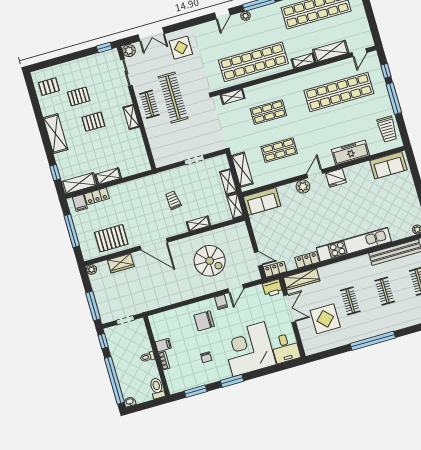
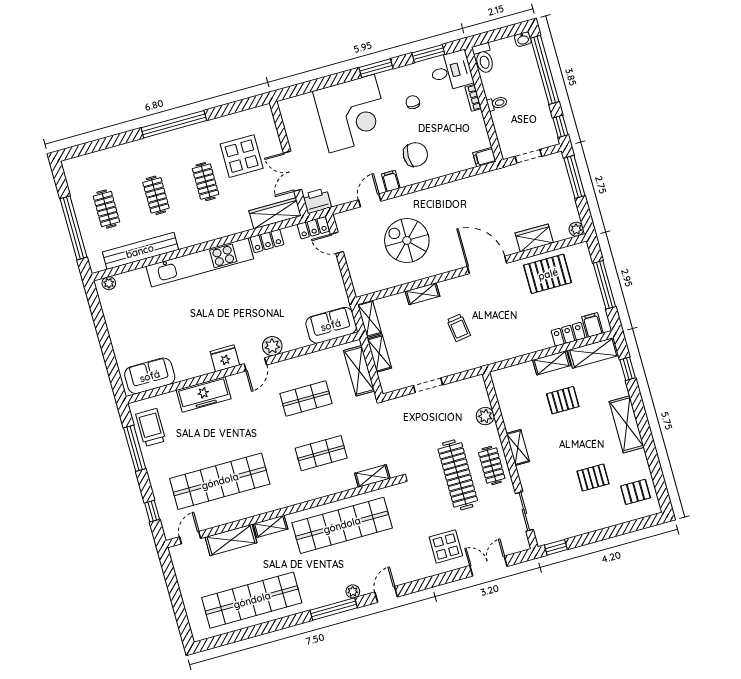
plant: (129, 51) -> (485, 416), moved
window: (394, 99) -> (135, 448), moved
pallet: (93, 122) -> (563, 400), moved
filing cabinet: (163, 345) -> (484, 157), moved
desk: (285, 348) -> (451, 71), moved, turned 90

